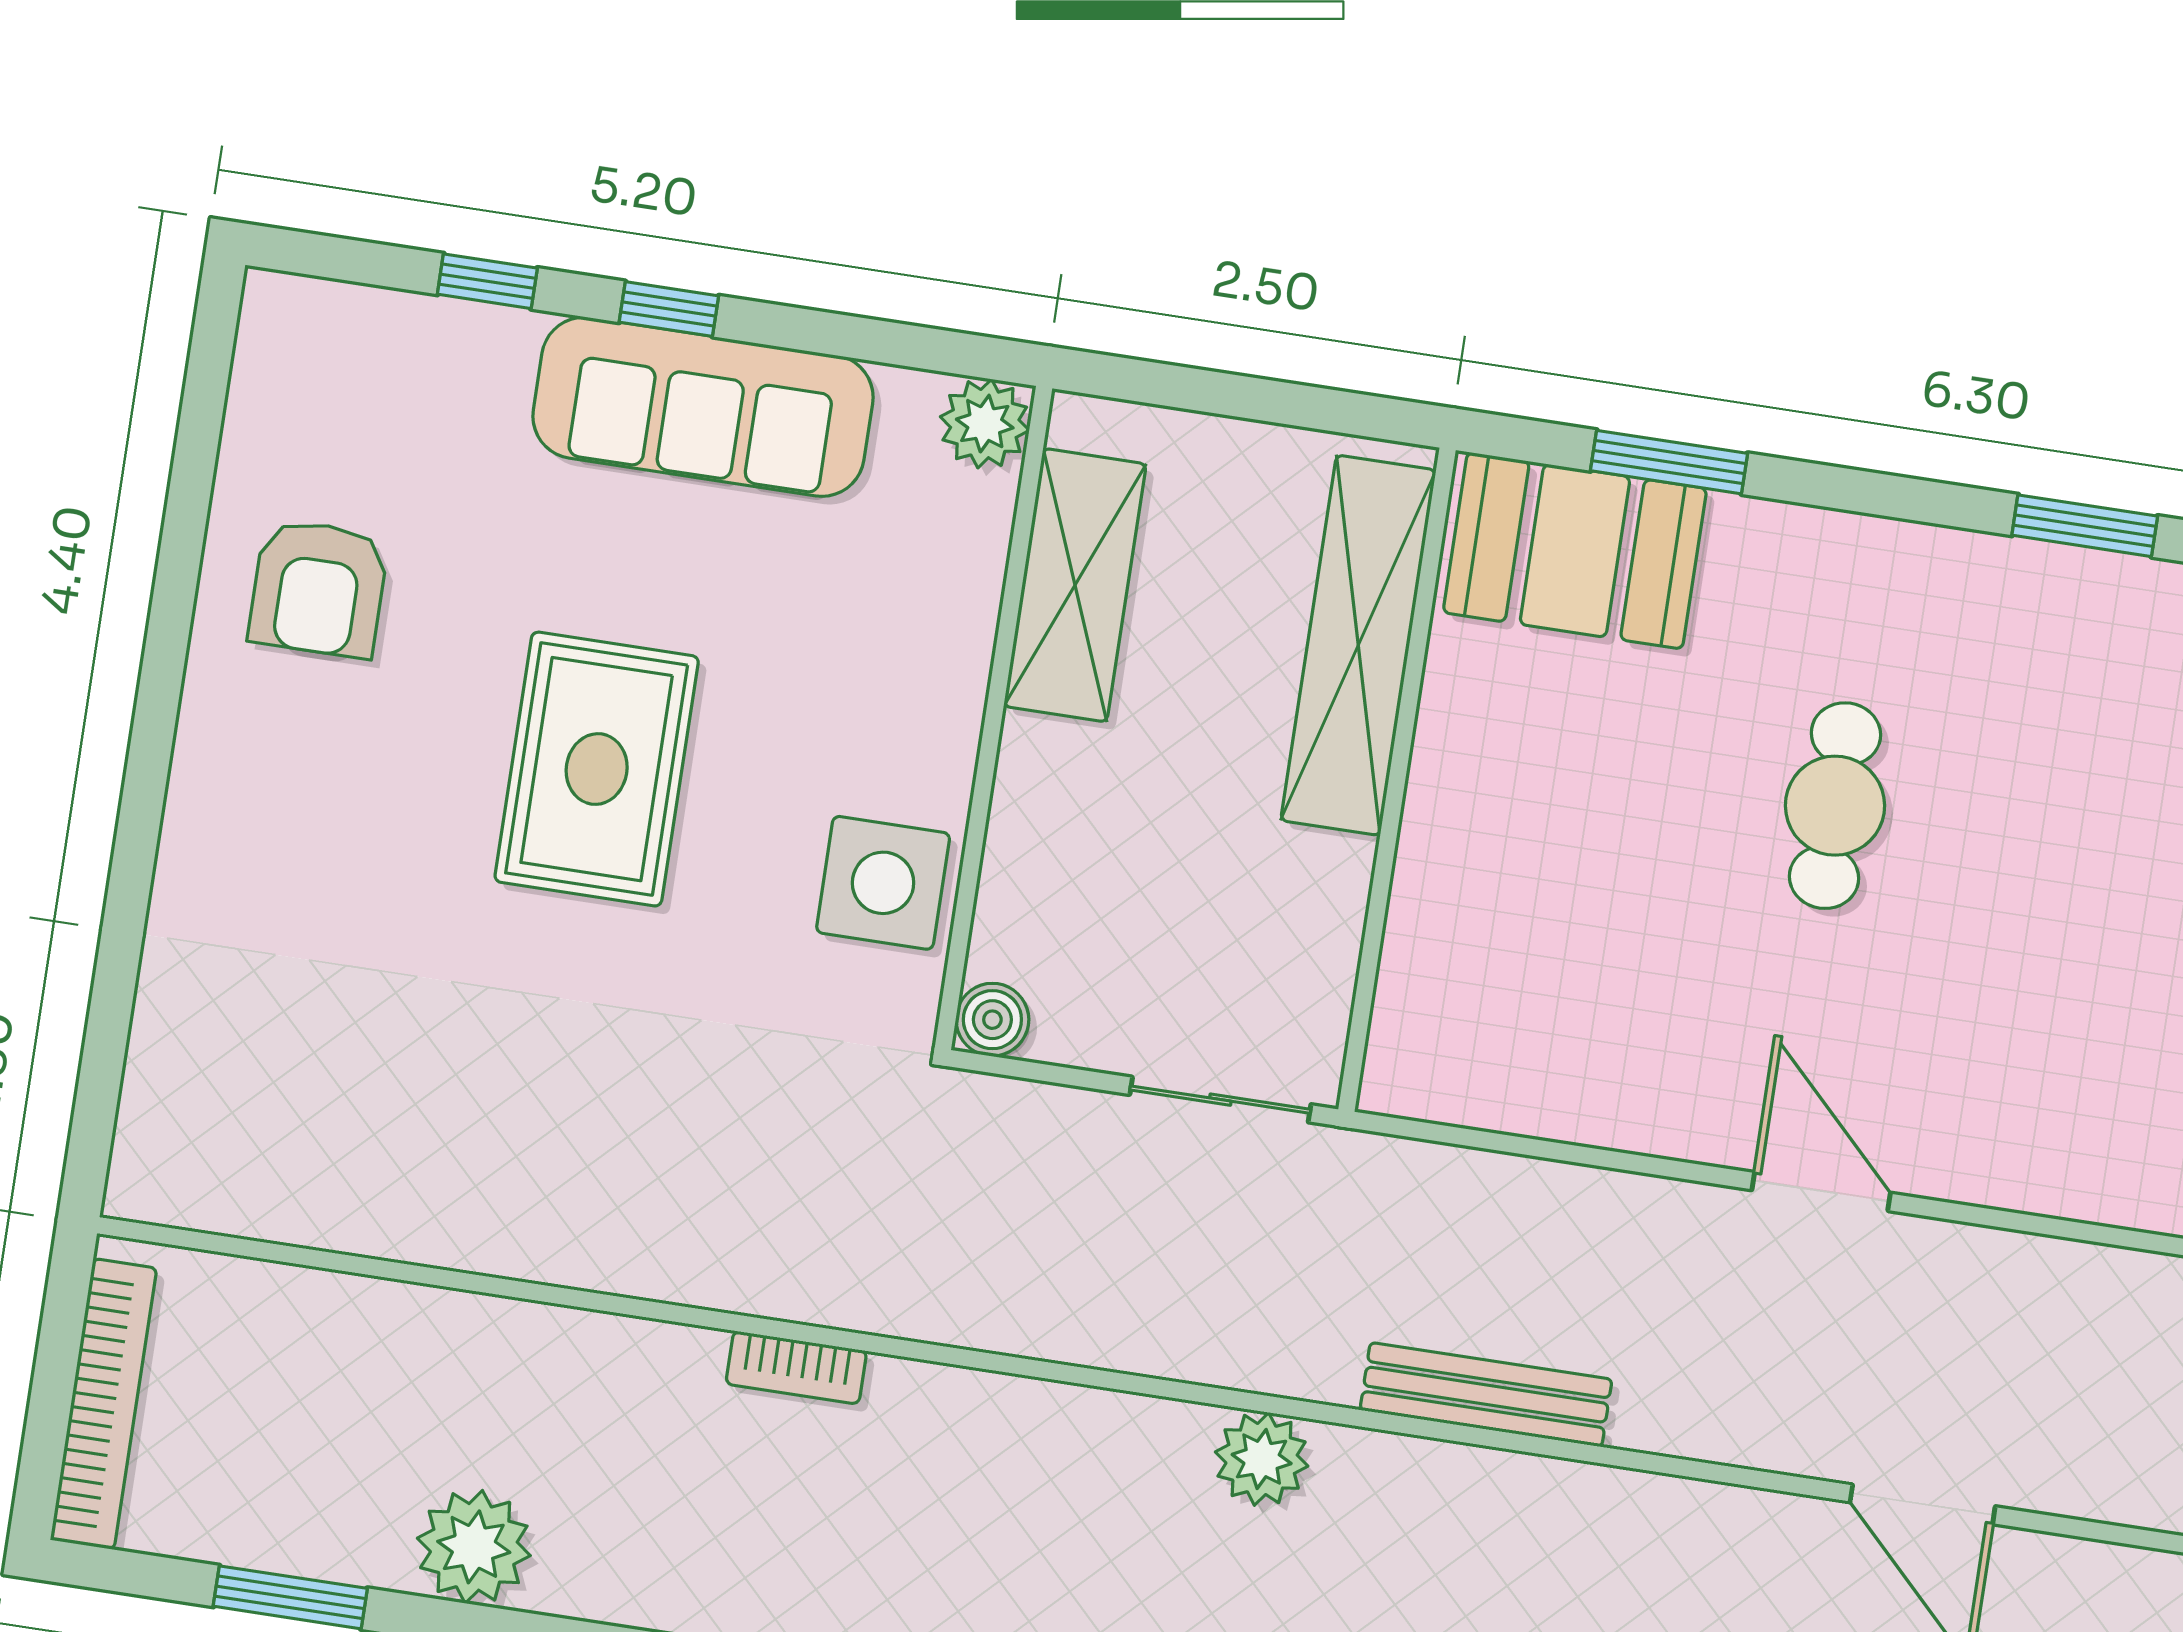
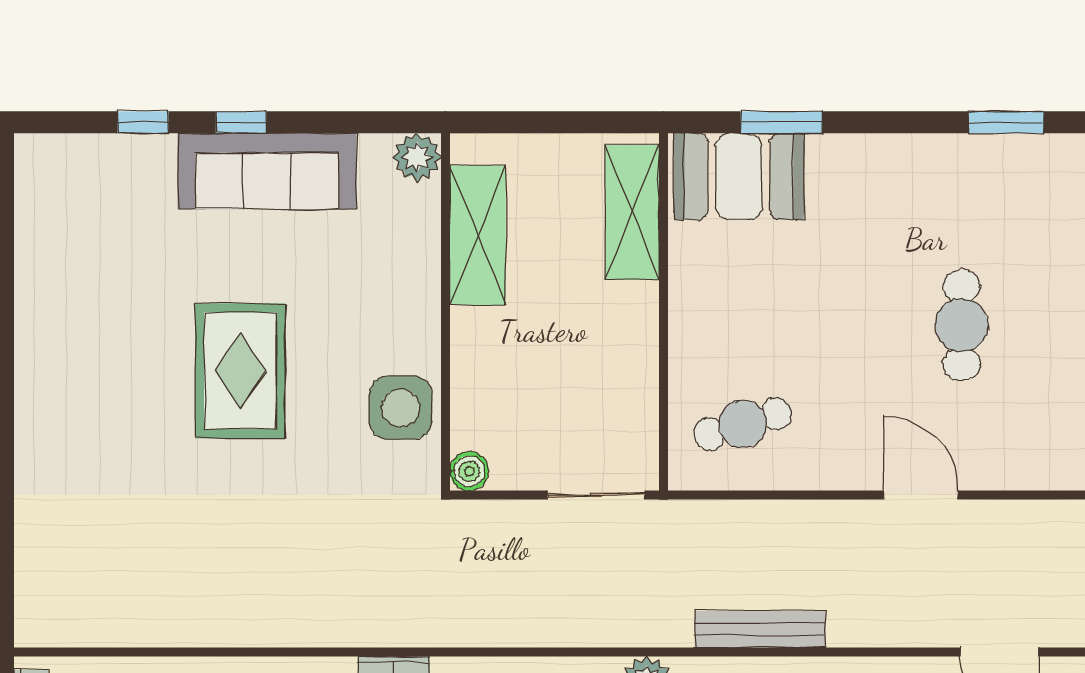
armchair: (318, 588) -> (79, 298), removed
shelving: (1358, 645) -> (632, 213), width x0.68
cafe table: (1835, 806) -> (962, 325), moved
cafe table: (1512, 1010) -> (743, 424), added

